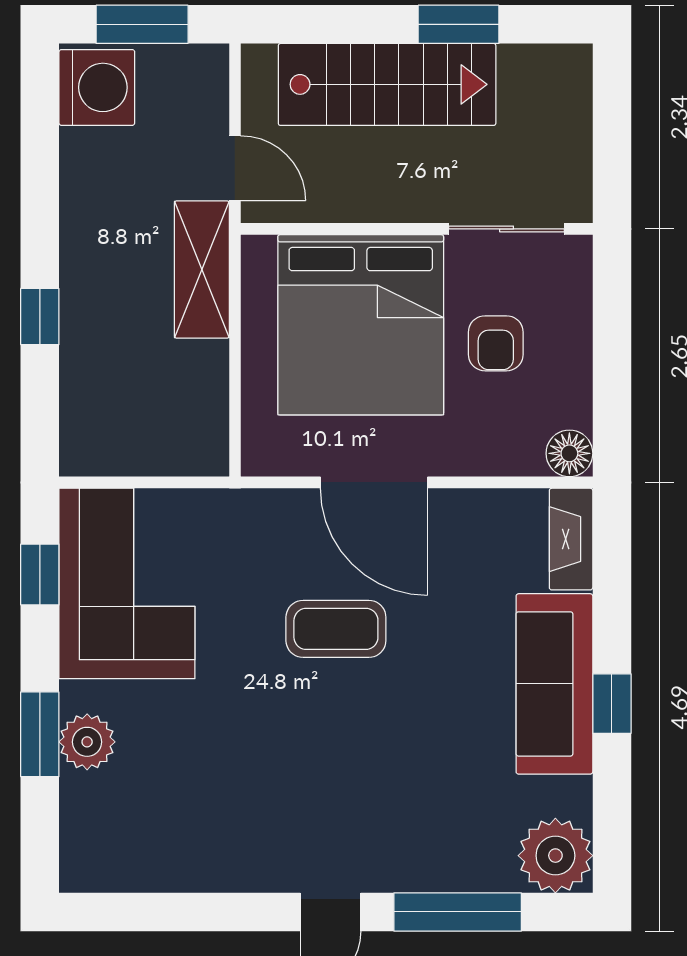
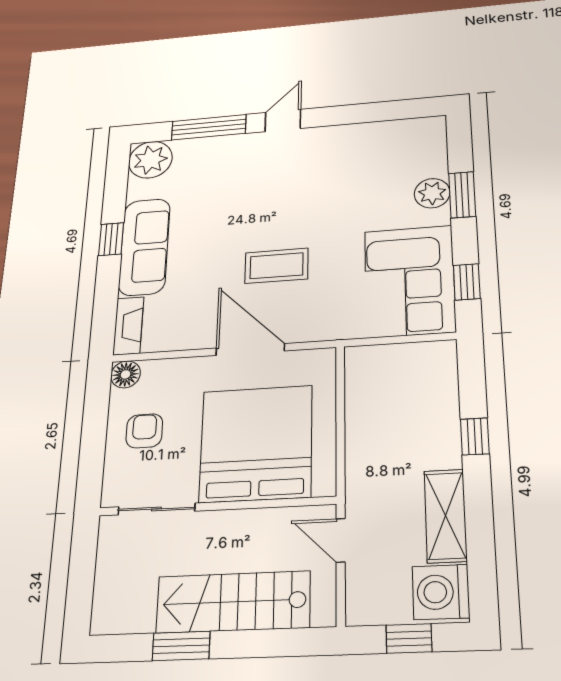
window: (142, 24) -> (409, 638), width x0.67
shelving: (202, 270) -> (445, 516), moved
armchair: (496, 343) -> (144, 431), moved

